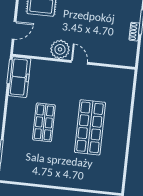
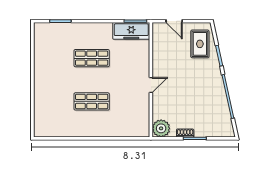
plant: (60, 49) -> (161, 128), moved
shop shelf: (90, 127) -> (92, 101), width x0.70, depth x0.74

